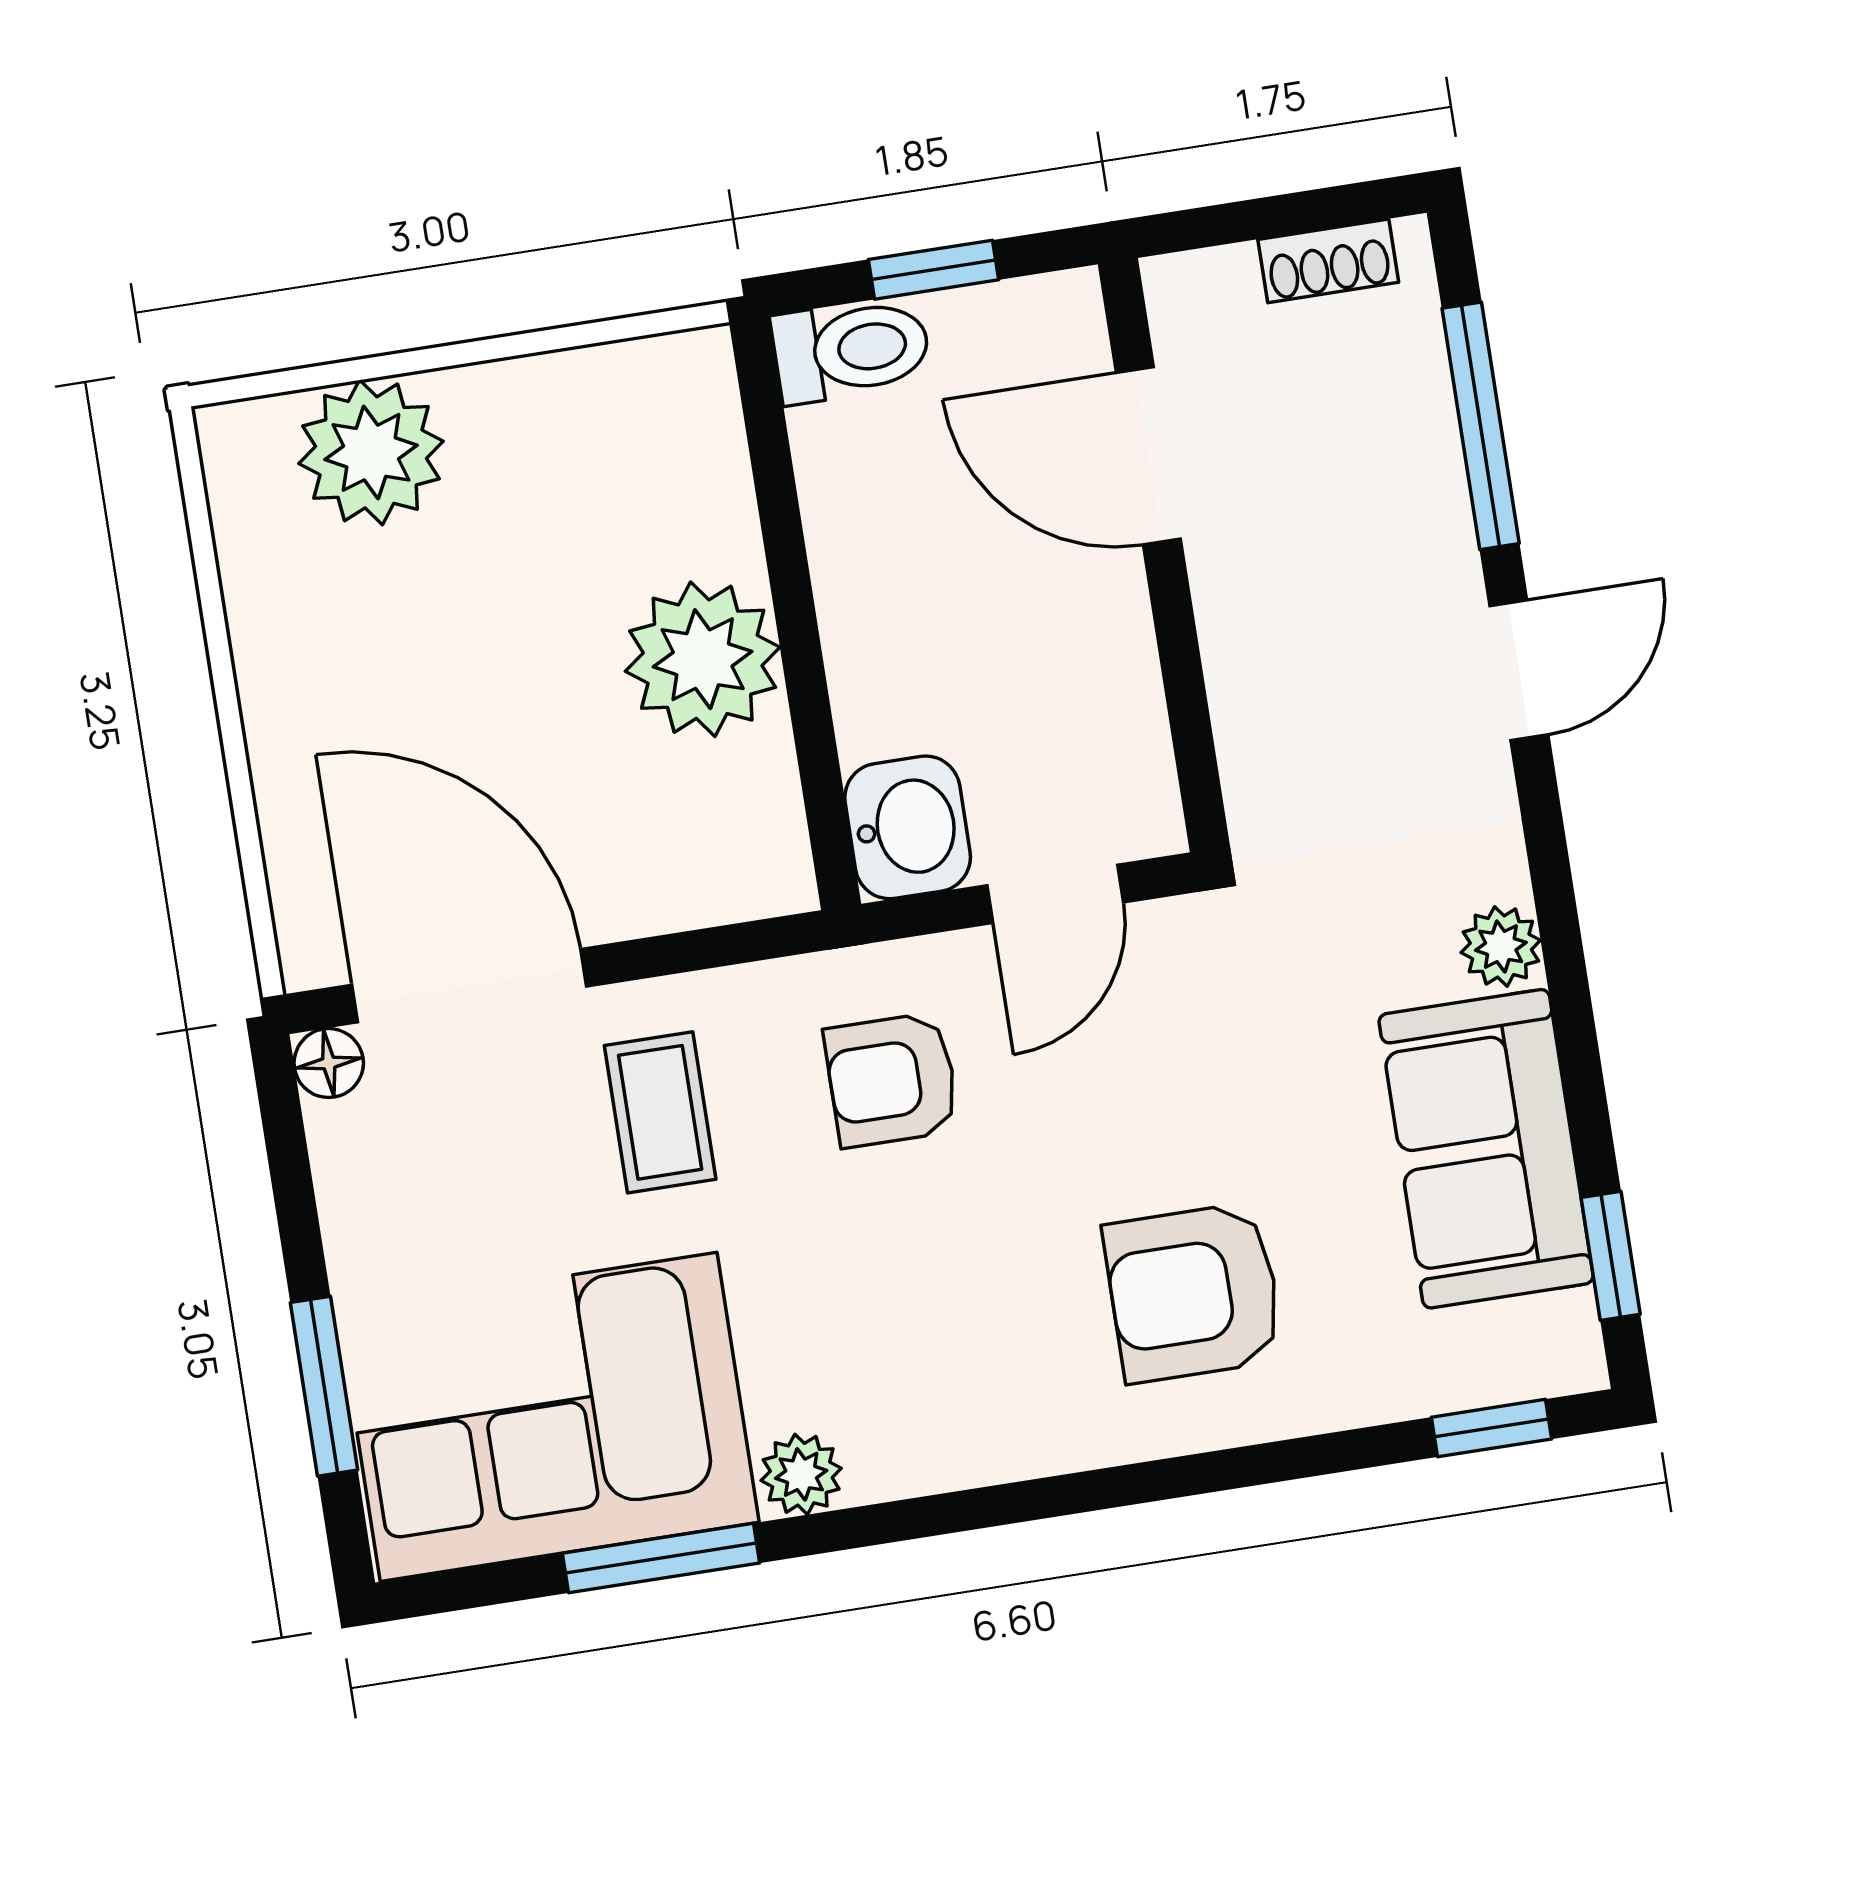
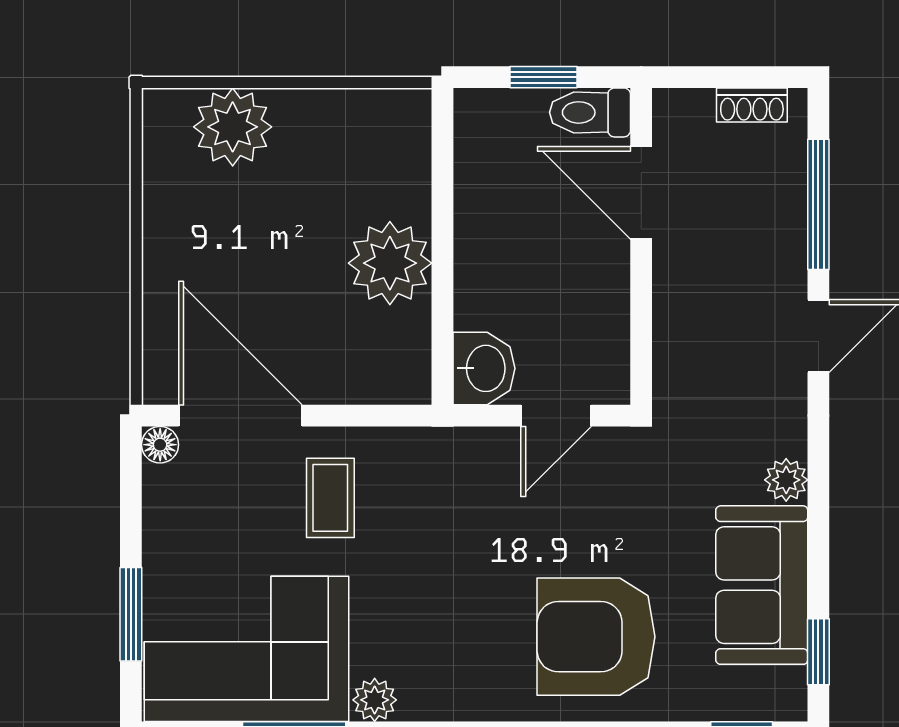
toilet: (851, 350) -> (590, 112), moved, turned 180
armchair: (892, 1080) -> (455, 500), removed
armchair: (1194, 1293) -> (596, 637), width x1.36, depth x1.36

